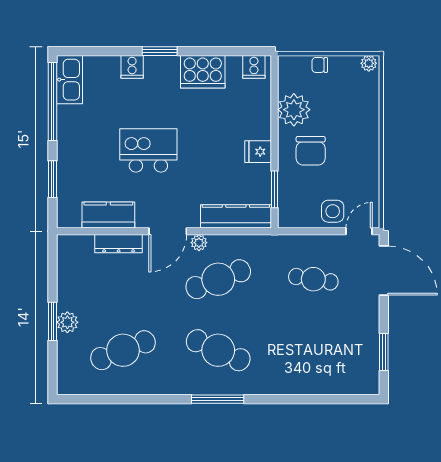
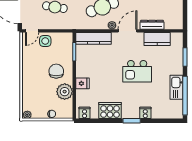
kitchen sink: (70, 80) -> (176, 87), moved
fridge: (258, 152) -> (82, 83), moved

